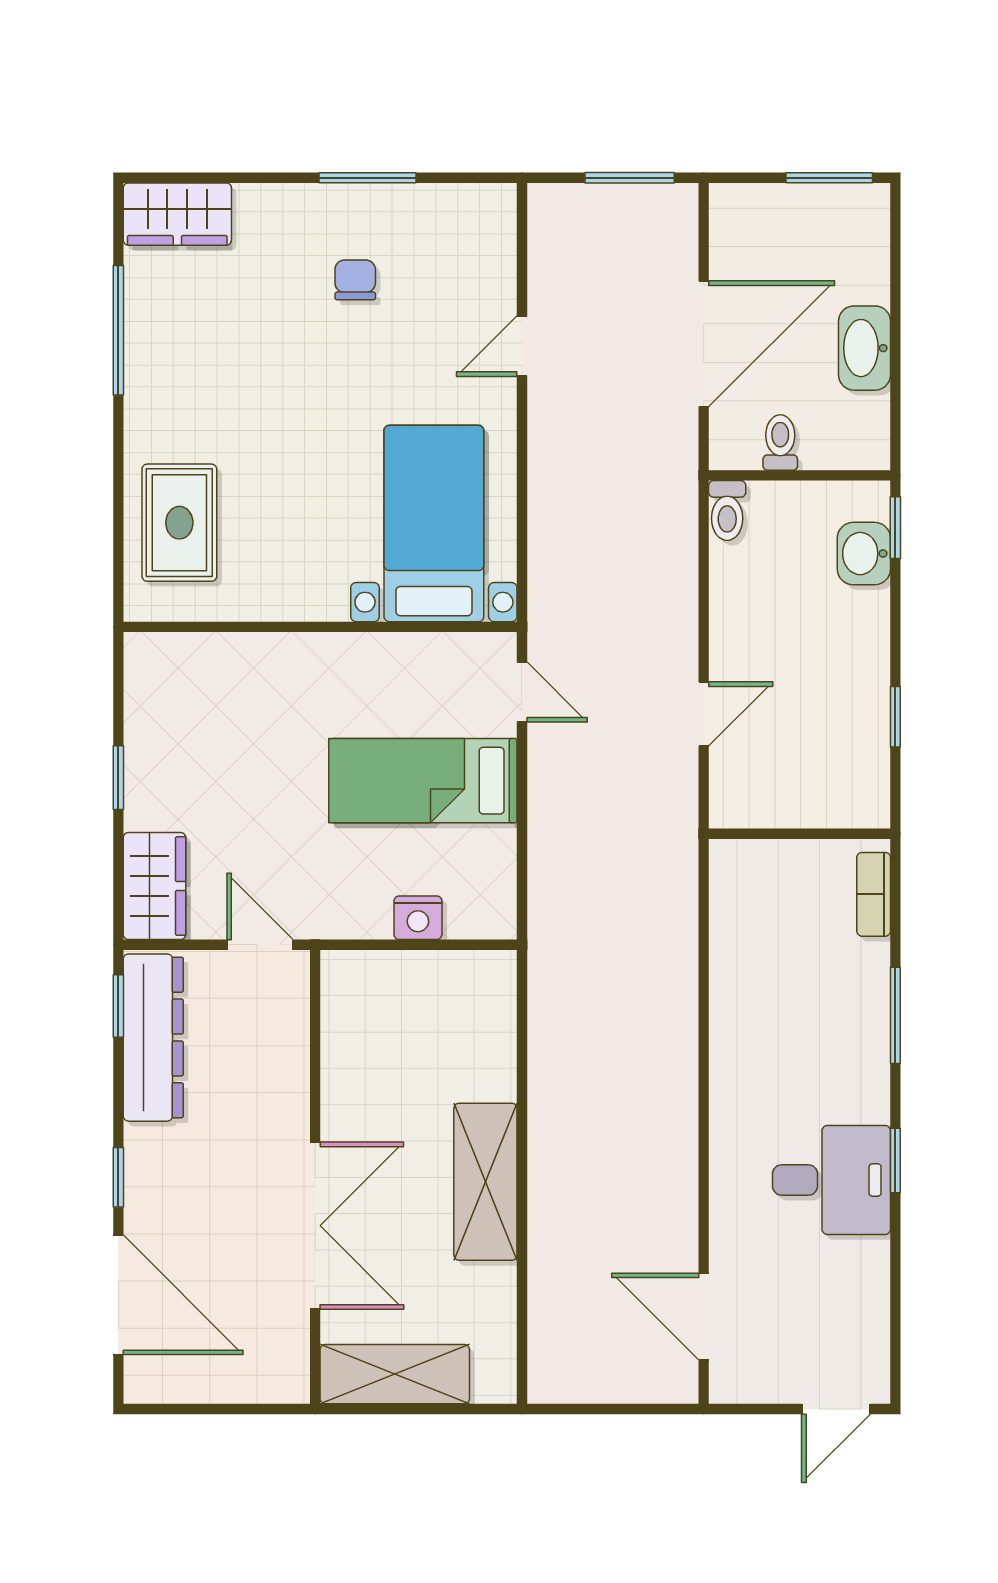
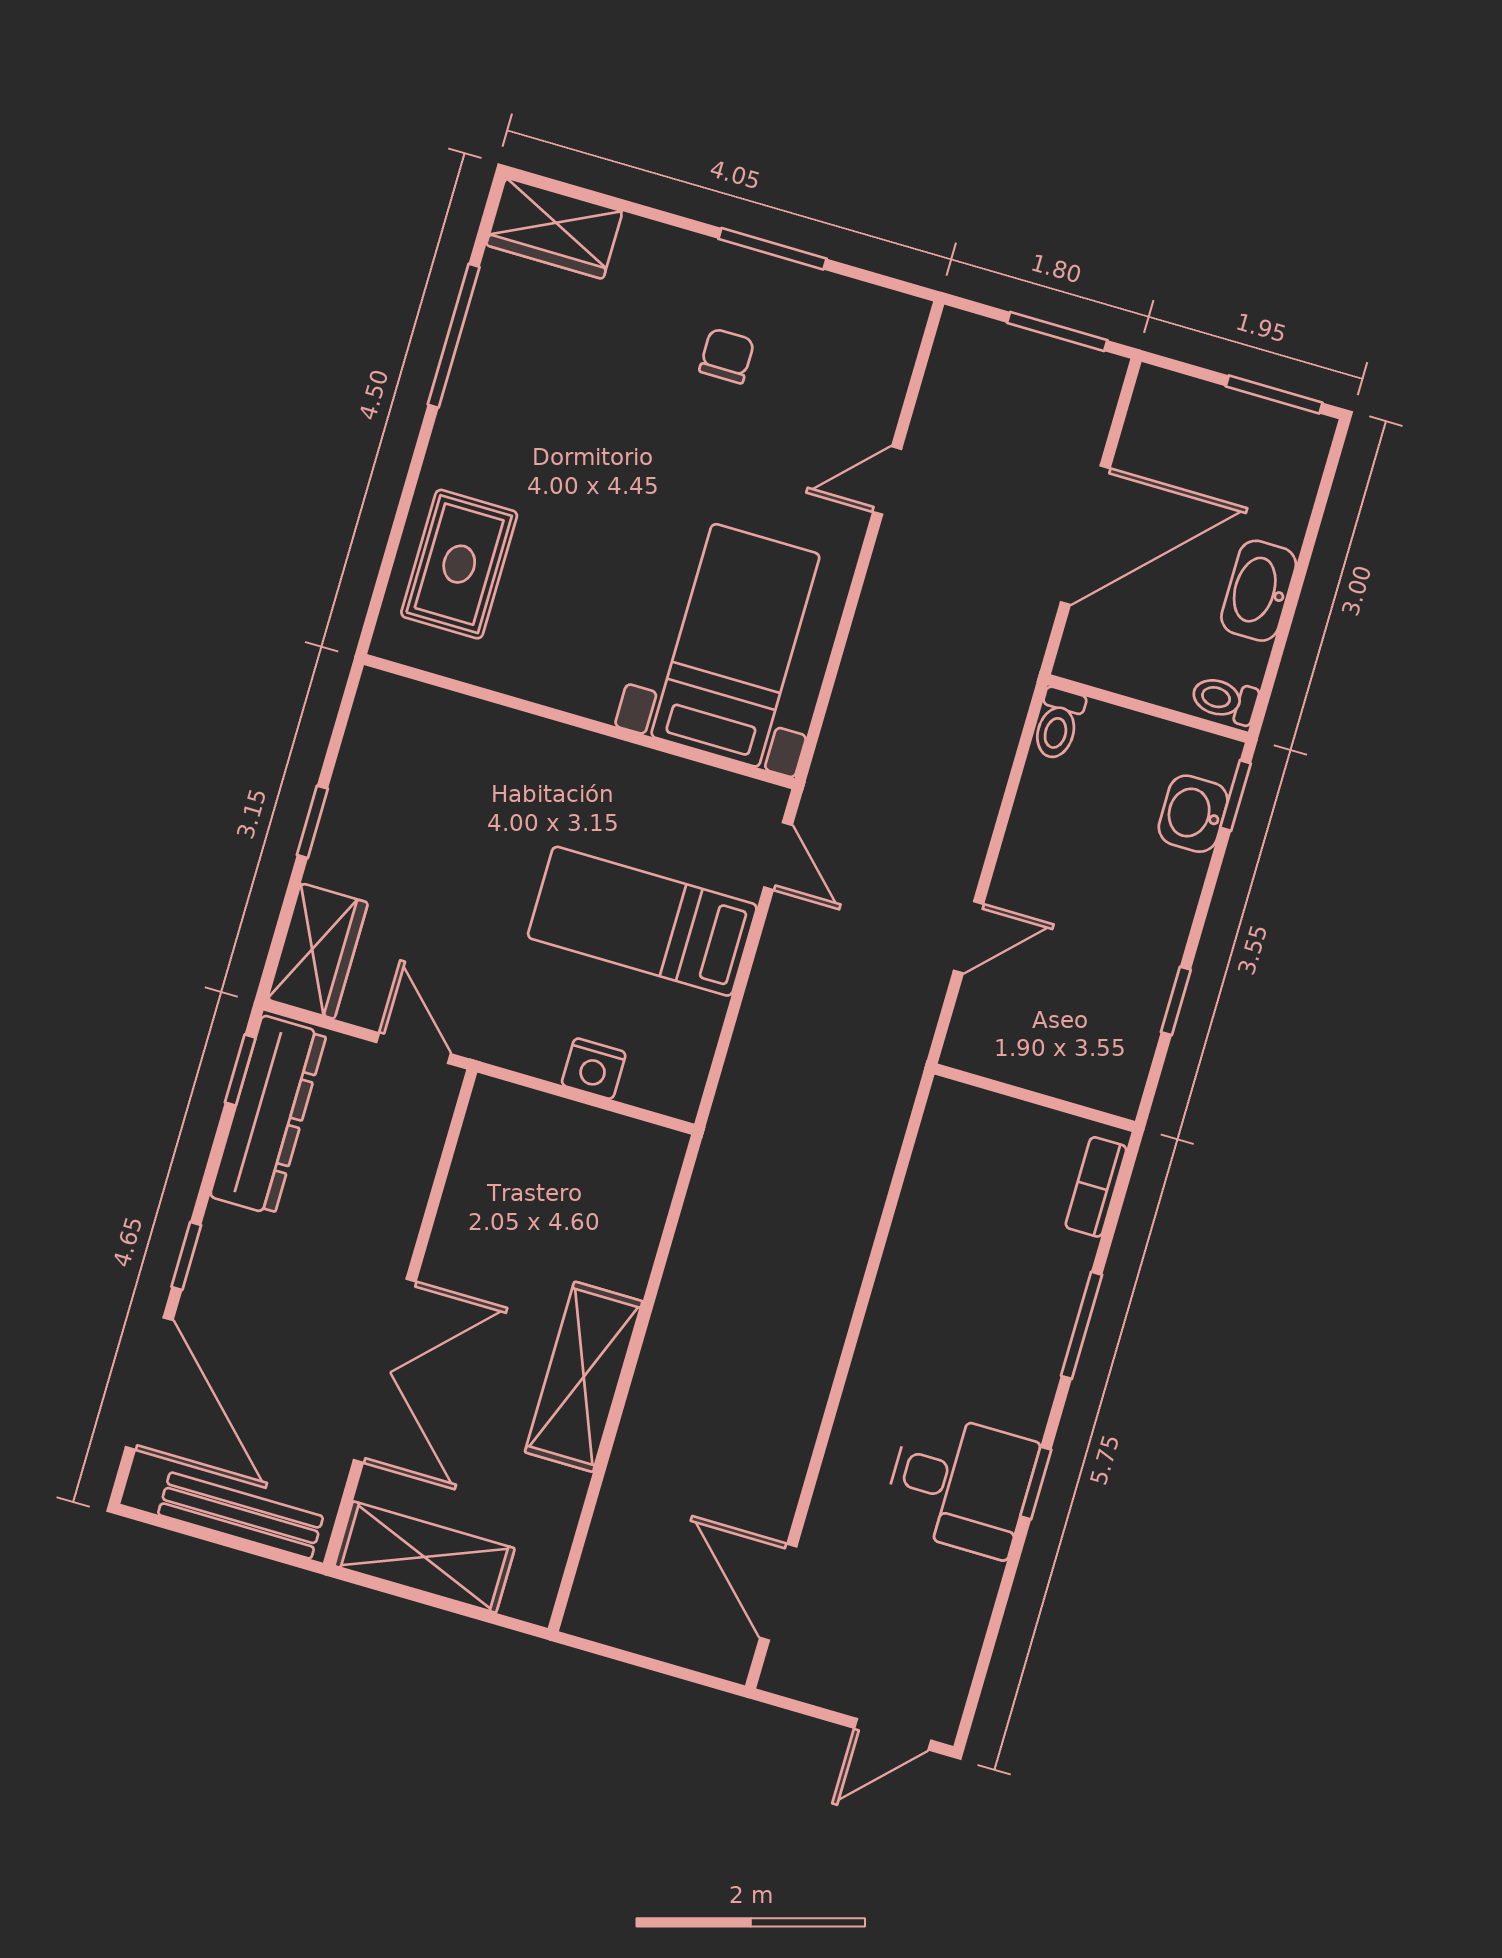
toilet: (780, 442) -> (1225, 700), moved, turned -90
bench: (228, 1384) -> (240, 1515), added

